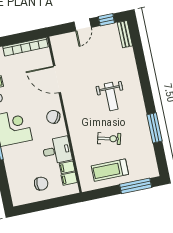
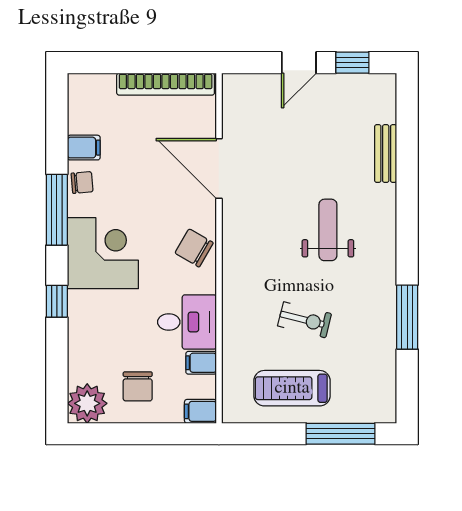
bench: (125, 34) -> (386, 154), moved
weight bench: (111, 96) -> (328, 230), turned 180
filing cabinet: (69, 179) -> (200, 411), moved
chair: (41, 184) -> (138, 386), turned 90
plant: (20, 196) -> (87, 403), added

